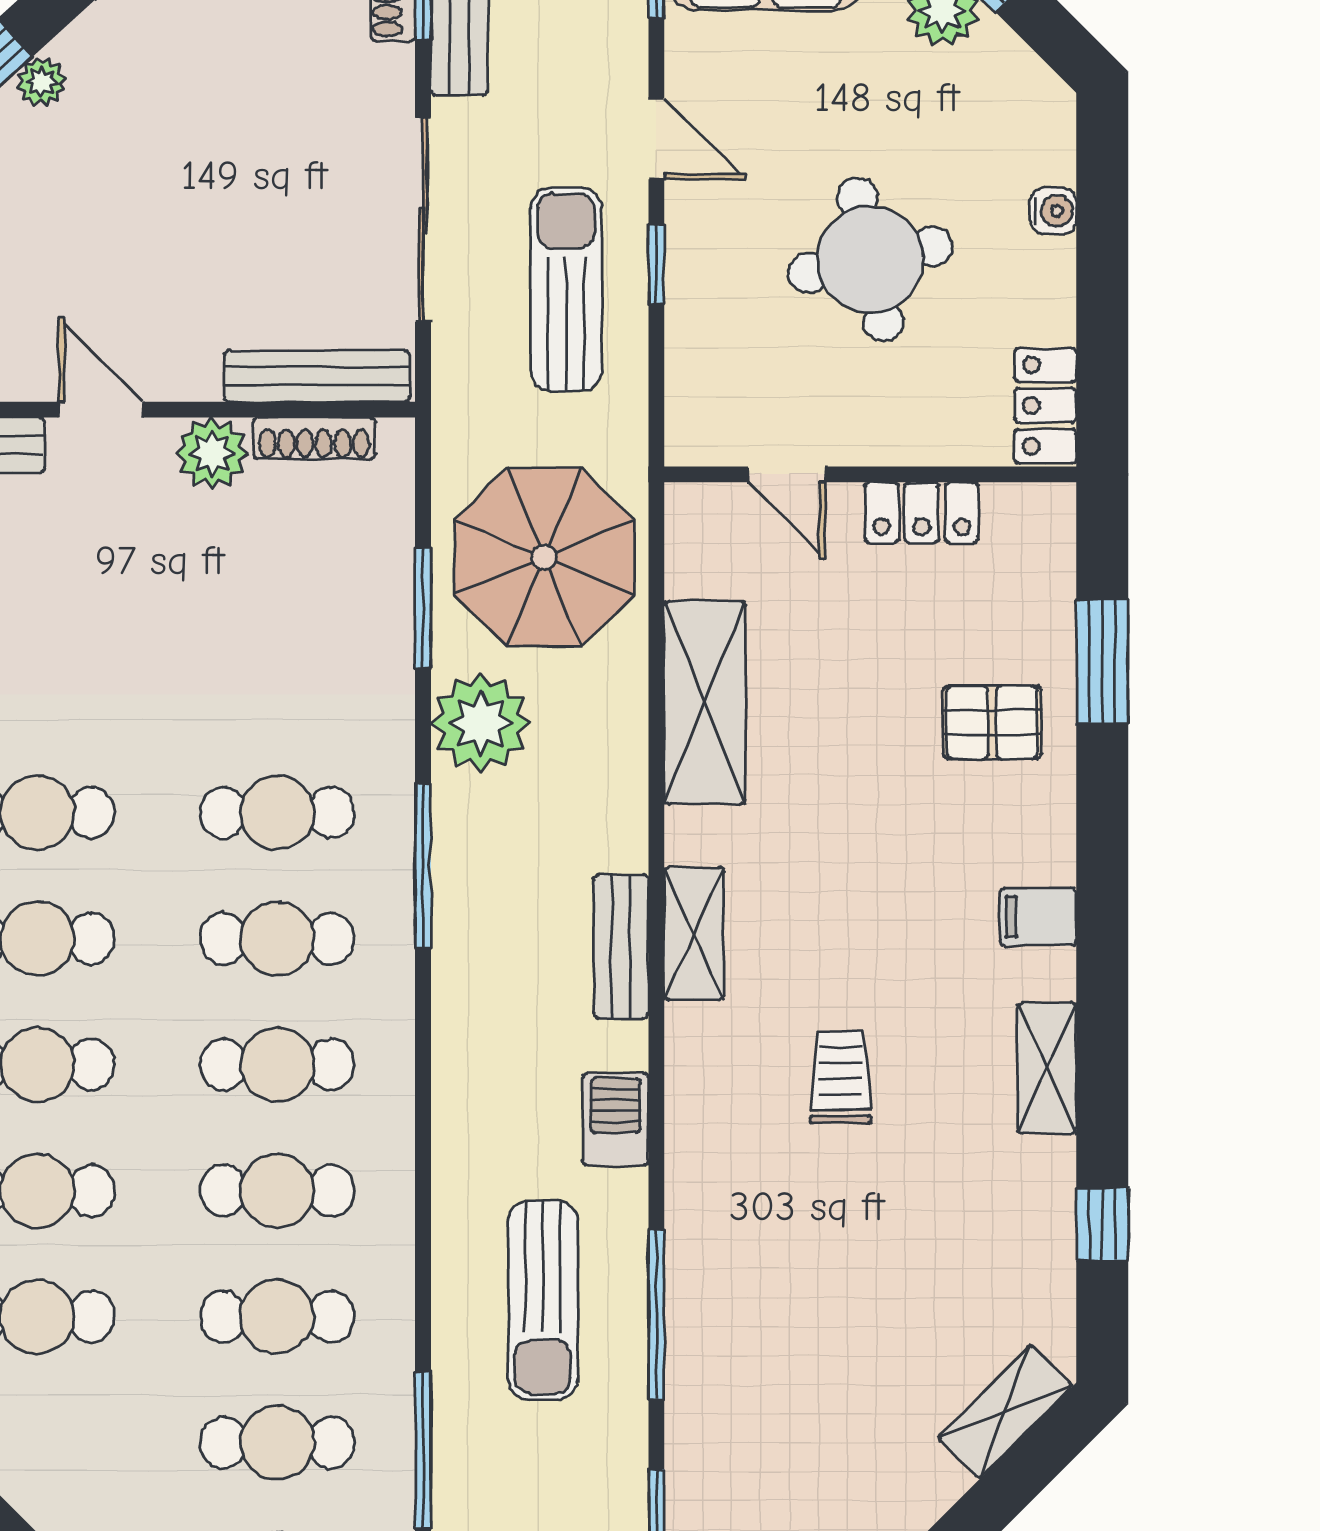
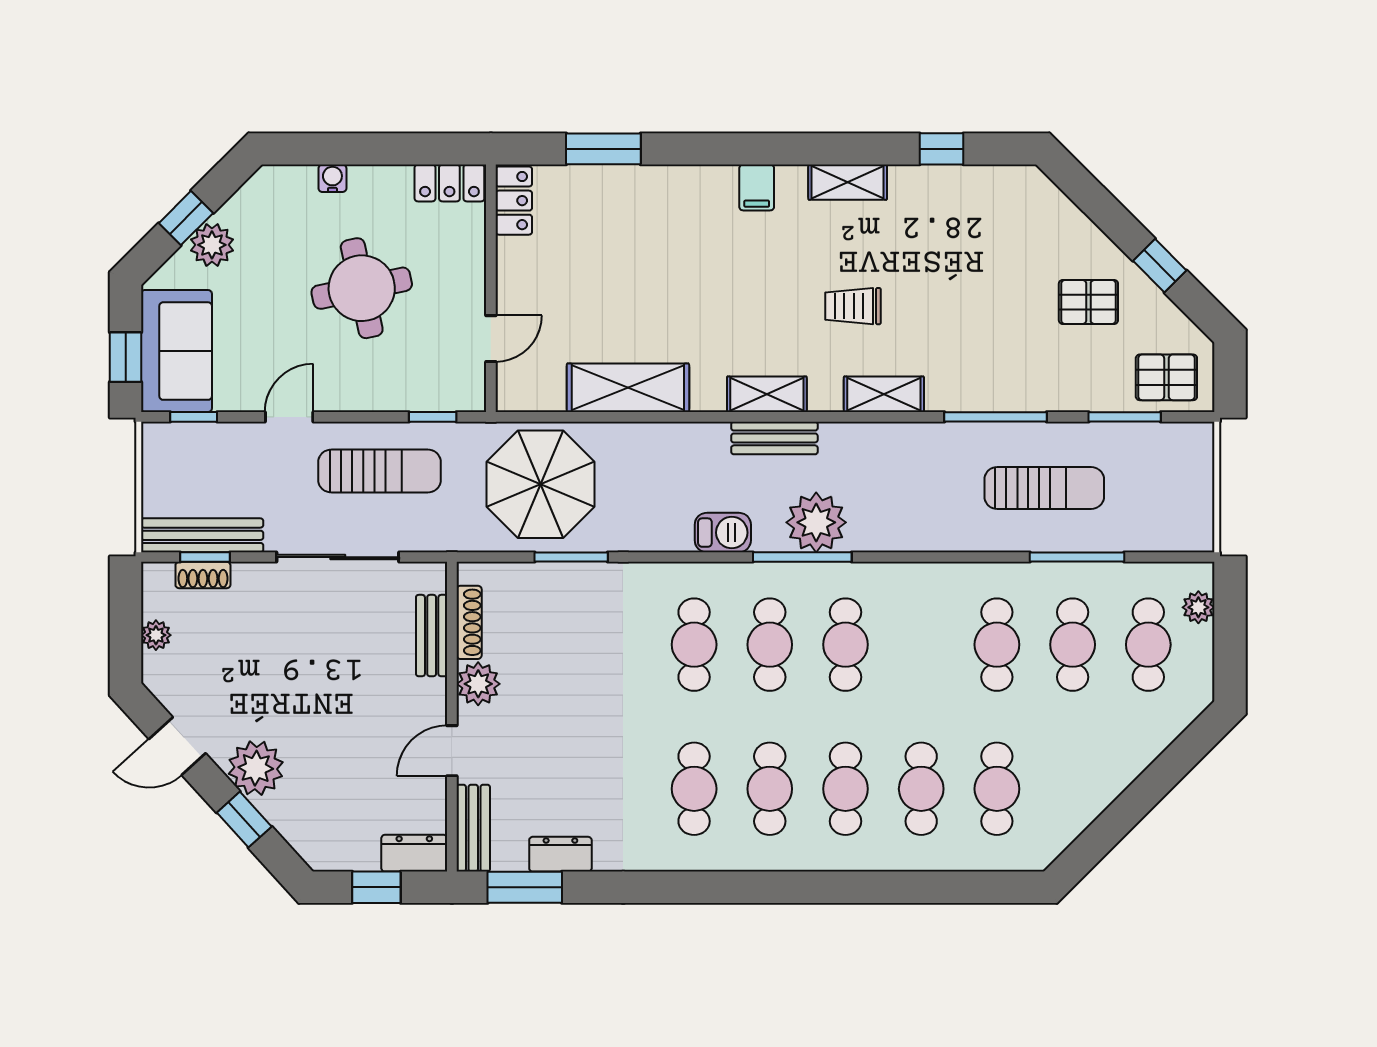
plant: (41, 82) -> (256, 768), width x1.88, depth x1.88
window: (656, 265) -> (433, 417), moved
sun lounger: (566, 289) -> (380, 471), turned 180
bench: (317, 376) -> (432, 636), width x0.73
locker: (922, 513) -> (514, 201), moved
pallet: (992, 722) -> (1088, 302), moved, turned 90
plant: (481, 723) -> (816, 522), moved
window: (423, 866) -> (802, 557), moved
barbecue: (616, 1119) -> (723, 533), moved, turned 180
cafe table: (277, 1191) -> (921, 645), removed
sun lounger: (543, 1300) -> (1044, 488), moved
shelving: (1005, 1412) -> (884, 394), moved, turned -45

